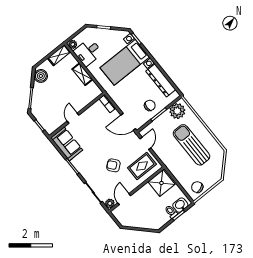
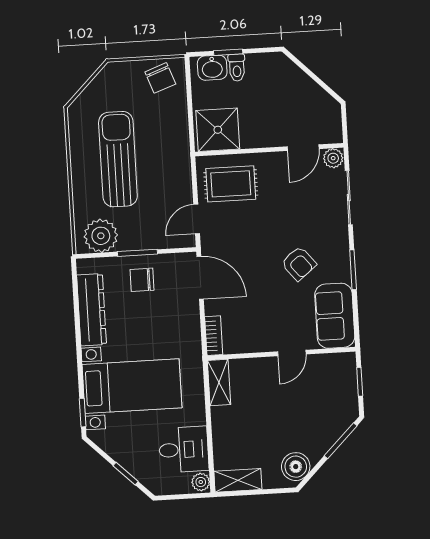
shelving: (82, 74) -> (219, 382), moved
sun lounger: (191, 145) -> (118, 159), turned 180
armchair: (113, 165) -> (299, 264), moved

